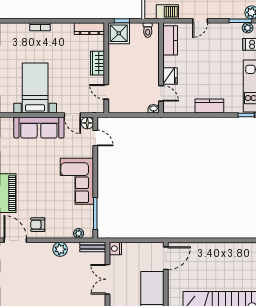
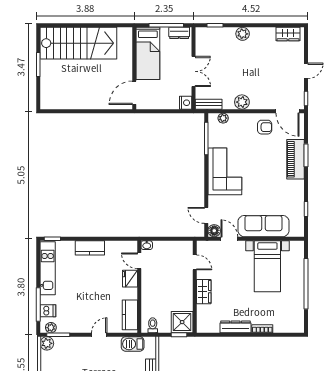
dresser: (89, 29) -> (236, 327), moved

